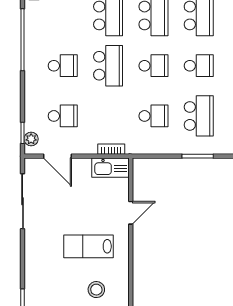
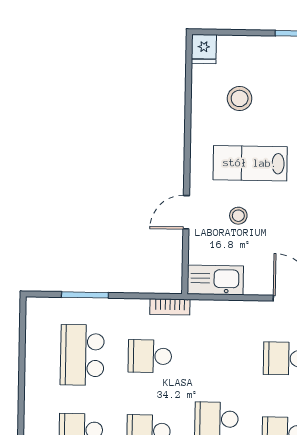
bookcase: (111, 149) -> (170, 307), moved
stool: (96, 211) -> (238, 216), added
lab bench: (89, 246) -> (250, 163), turned 180

